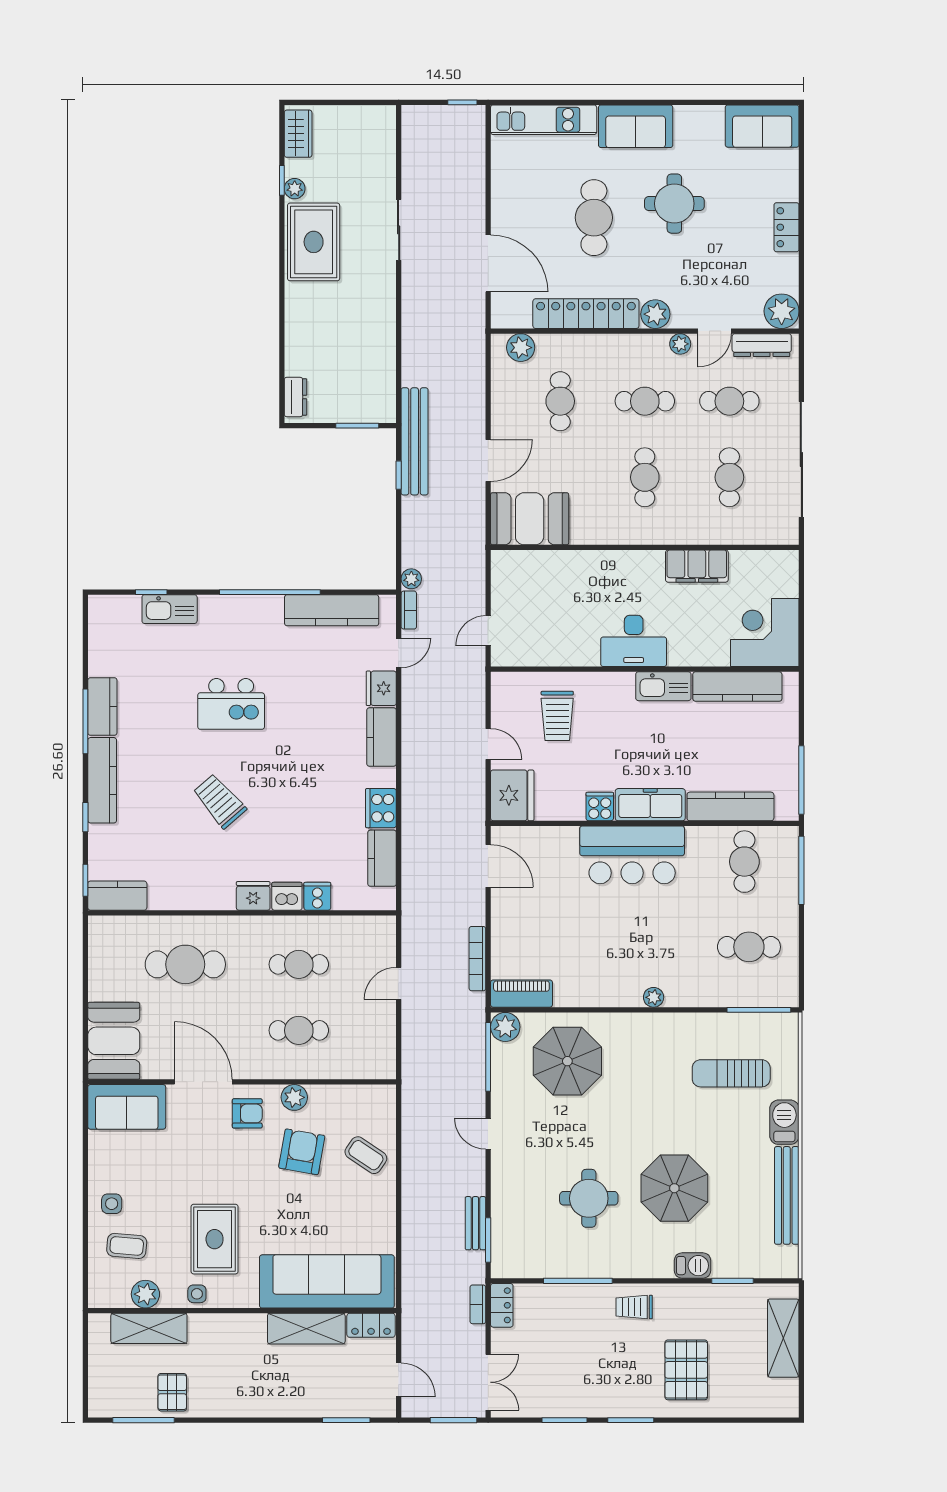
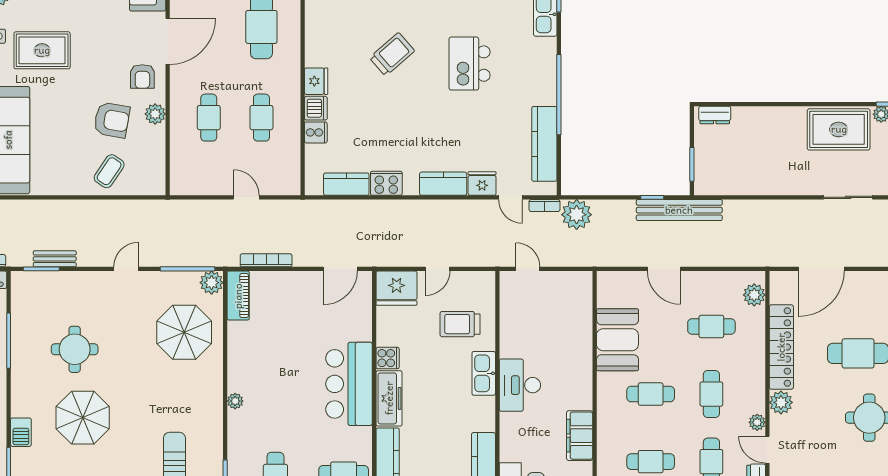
booth: (530, 519) -> (617, 340), moved
plant: (411, 579) -> (577, 215), width x1.88, depth x1.88
kitchen sink: (663, 686) -> (484, 373), moved

